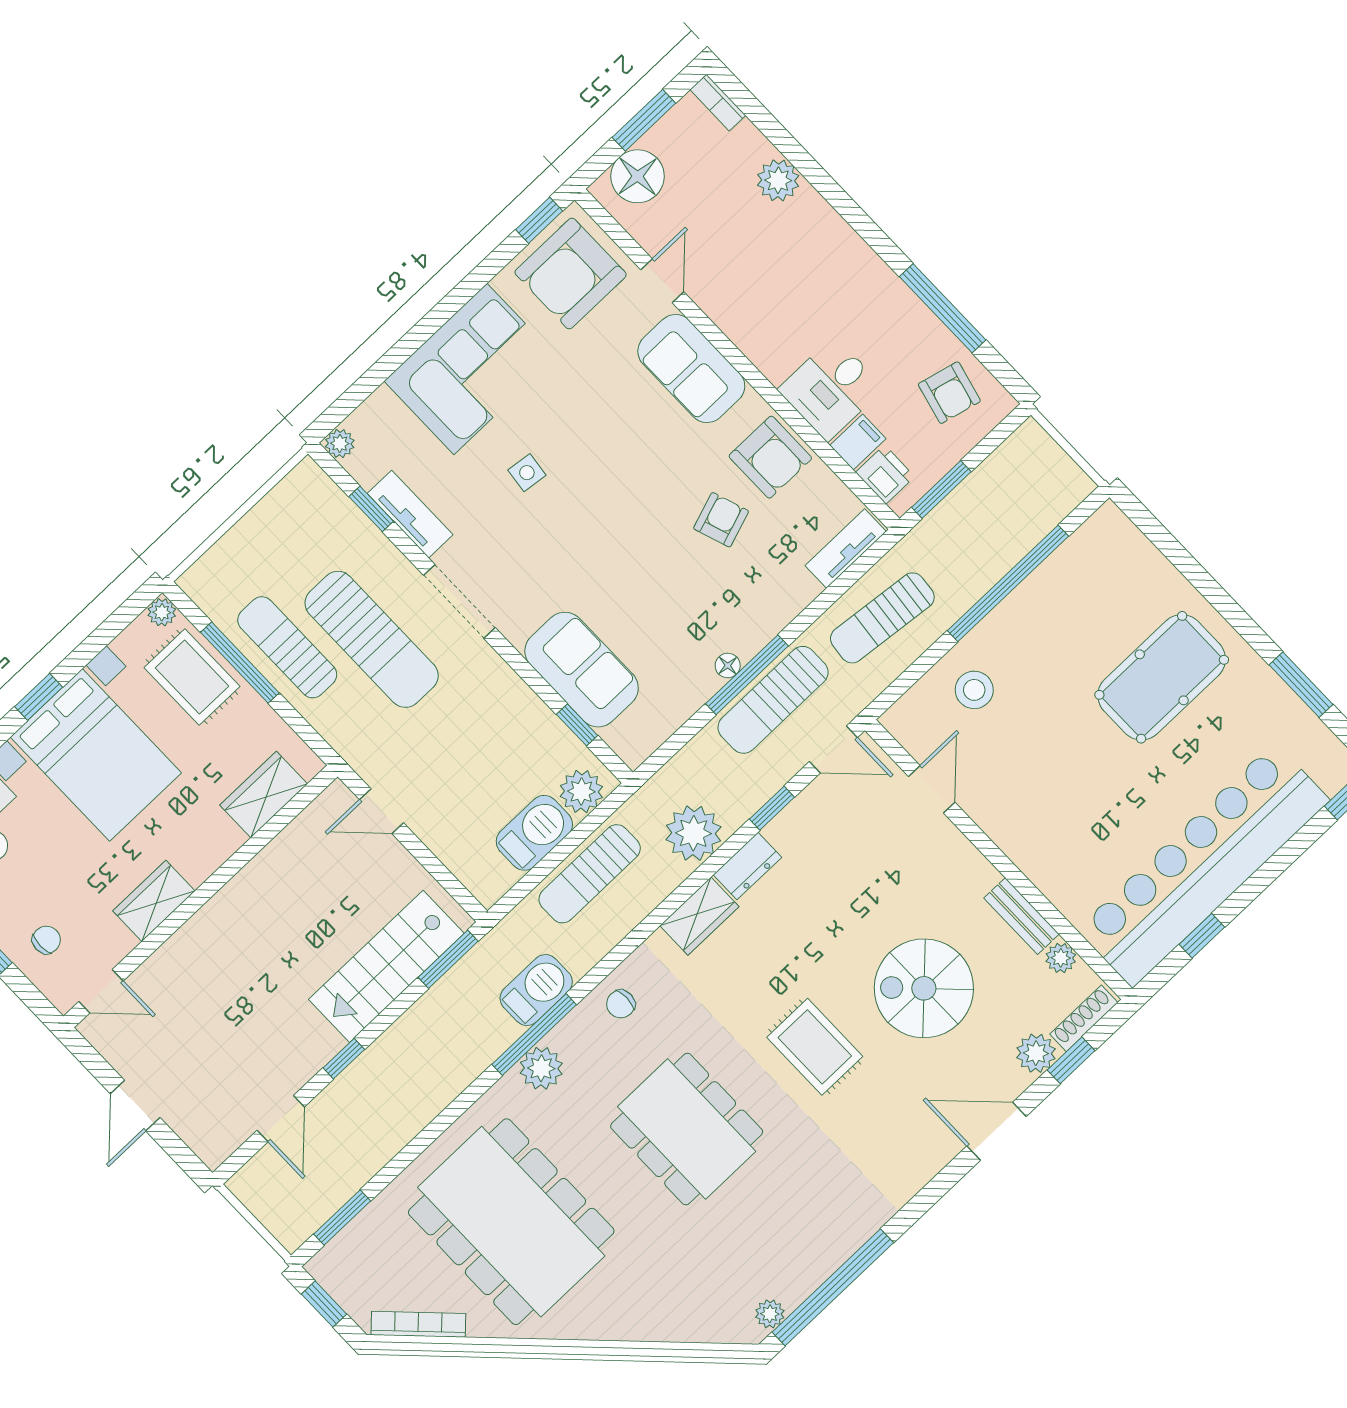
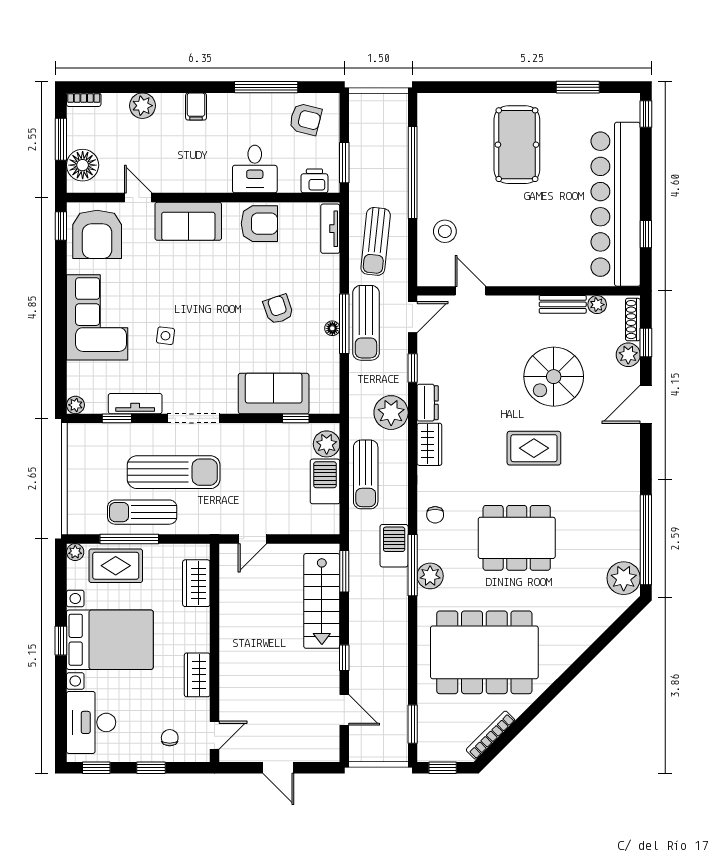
filing cabinet: (858, 442) -> (196, 107), moved, turned 180
armchair: (721, 520) -> (278, 309), moved
plant: (770, 1314) -> (624, 578), width x1.87, depth x1.87

